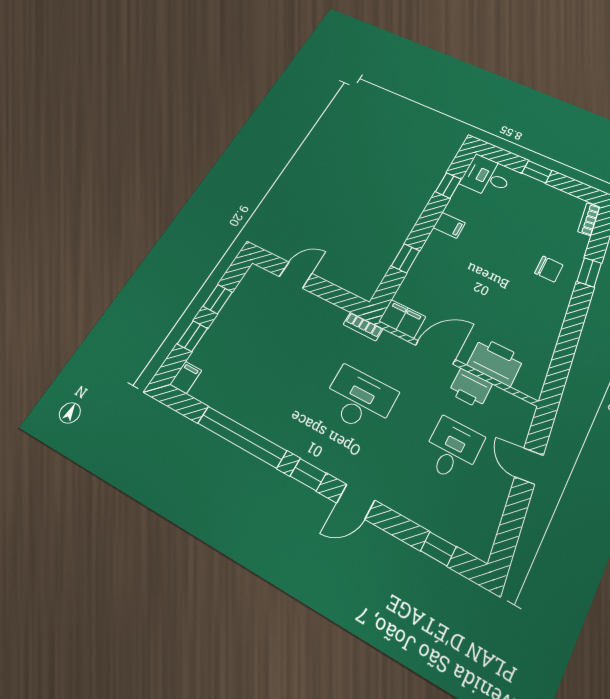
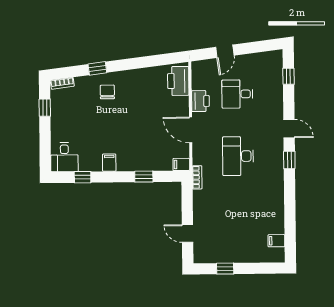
window: (537, 172) -> (45, 108), moved
filing cabinet: (402, 319) -> (181, 164), width x0.50
window: (192, 336) -> (253, 268), removed
printer: (496, 361) -> (178, 81), moved
filing cabinet: (186, 377) -> (276, 241), moved
window: (242, 437) -> (290, 206), removed

